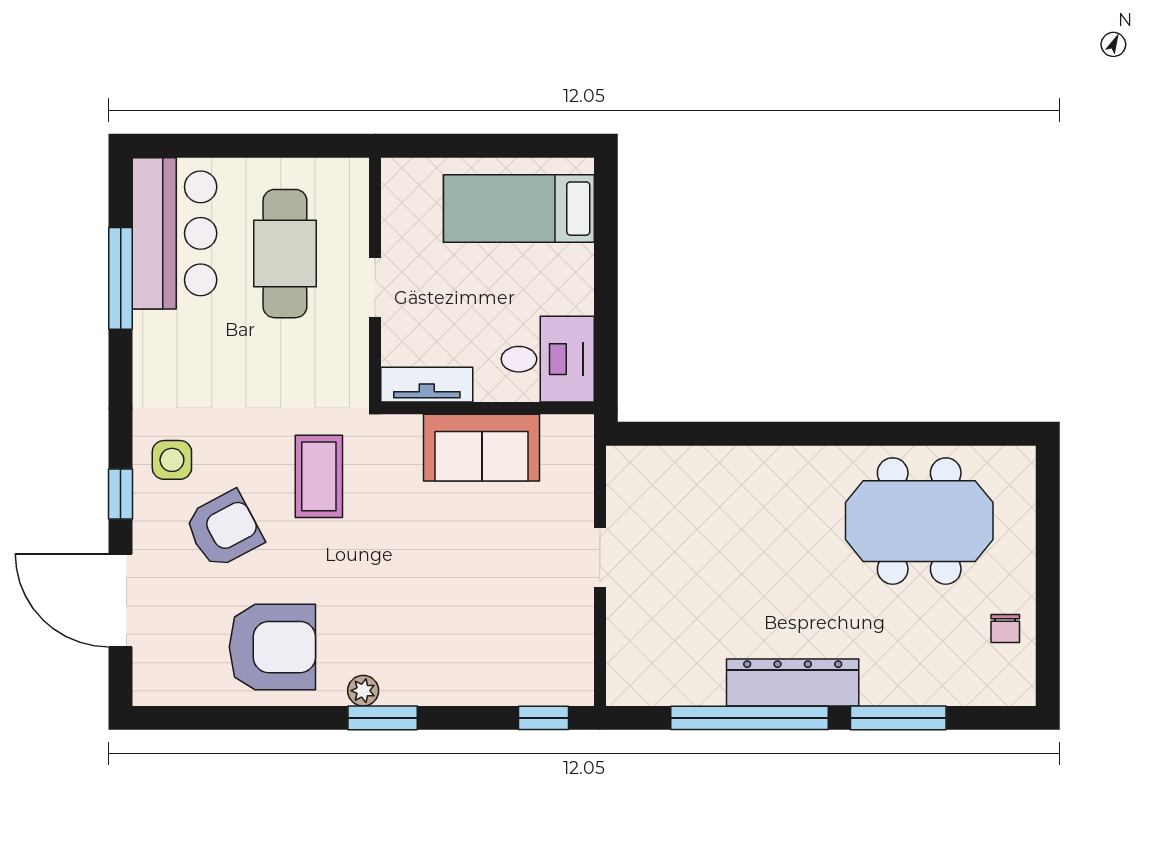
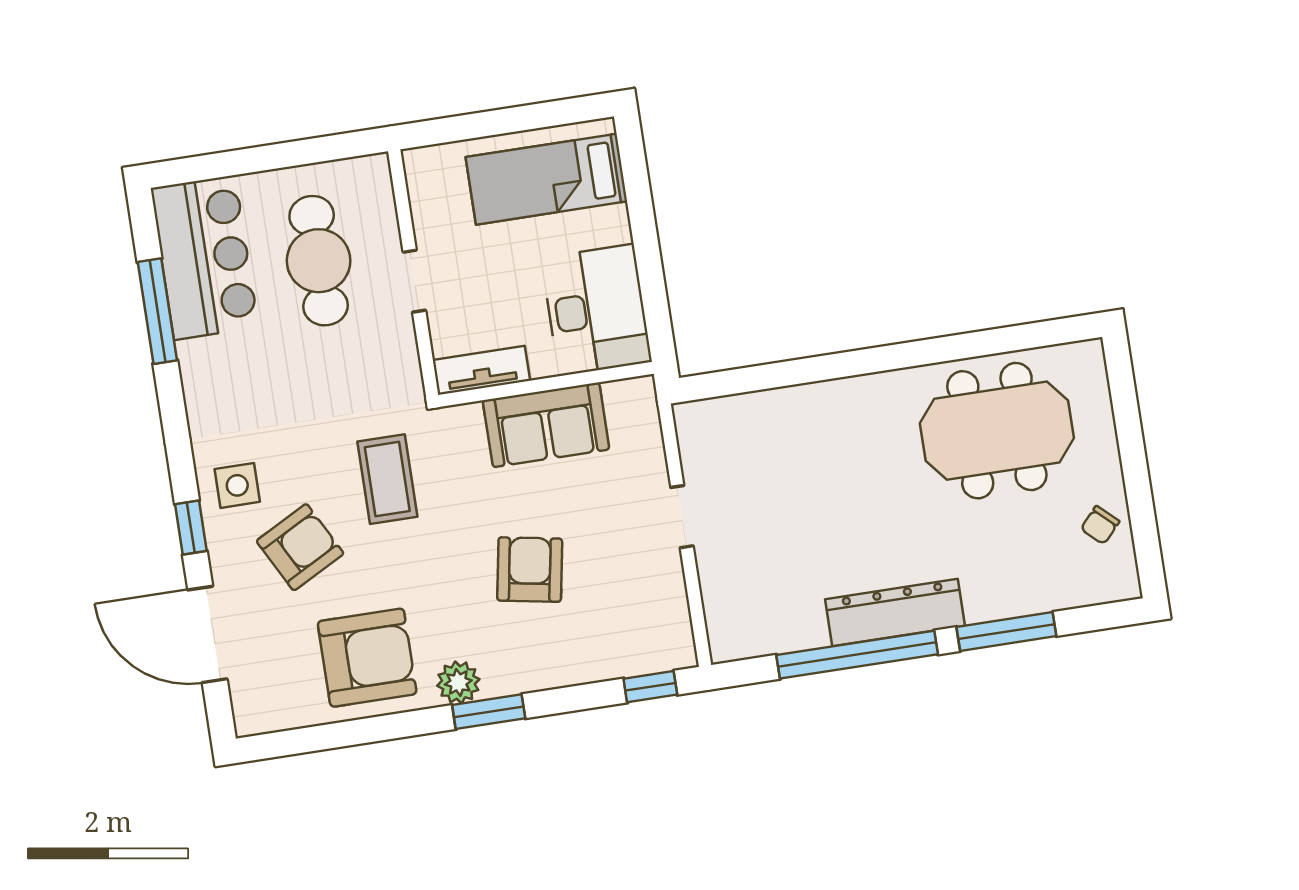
desk: (548, 359) -> (596, 310), width x1.37
armchair: (444, 586) -> (530, 570), added
chair: (1005, 628) -> (1100, 525), turned 43
plant: (363, 691) -> (458, 682), width x1.38, depth x1.38

